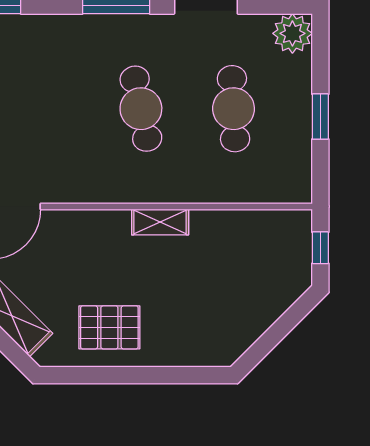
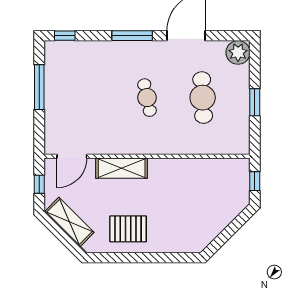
cafe table: (141, 109) -> (147, 98), width x0.73, depth x0.74
shelving: (160, 222) -> (122, 168), moved, width x1.50, depth x1.33

